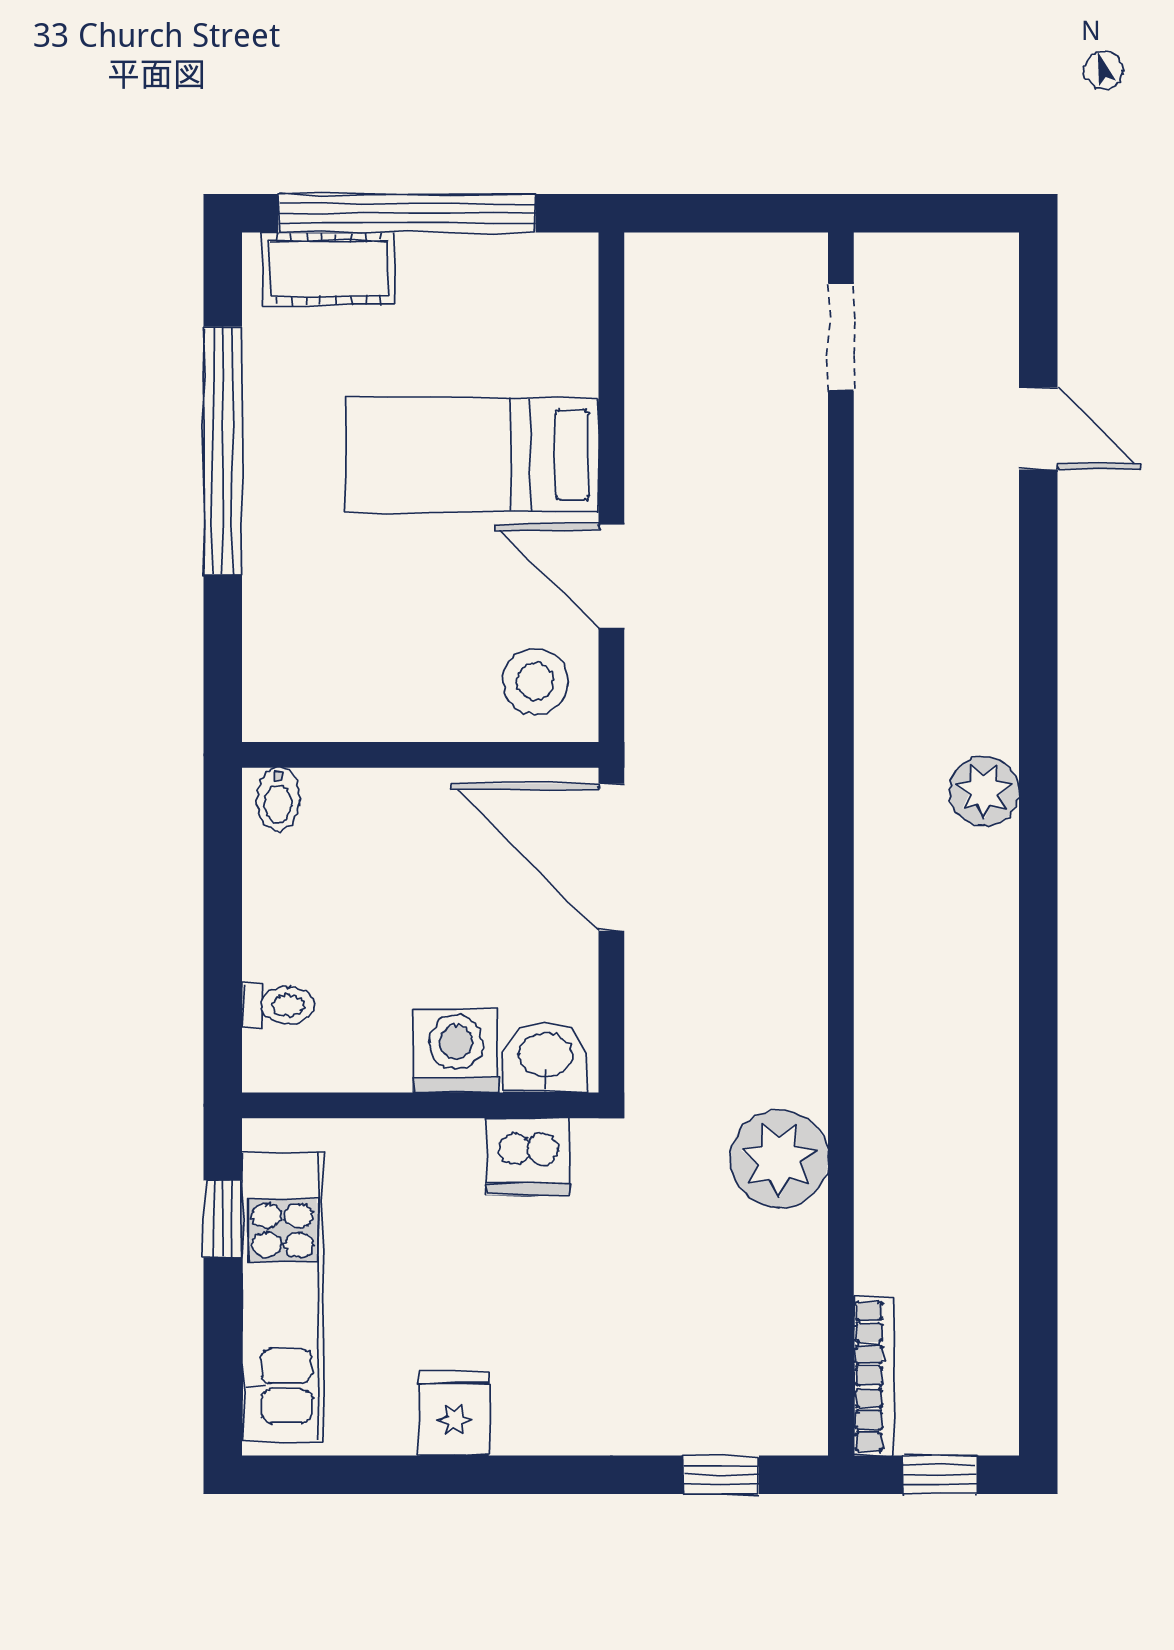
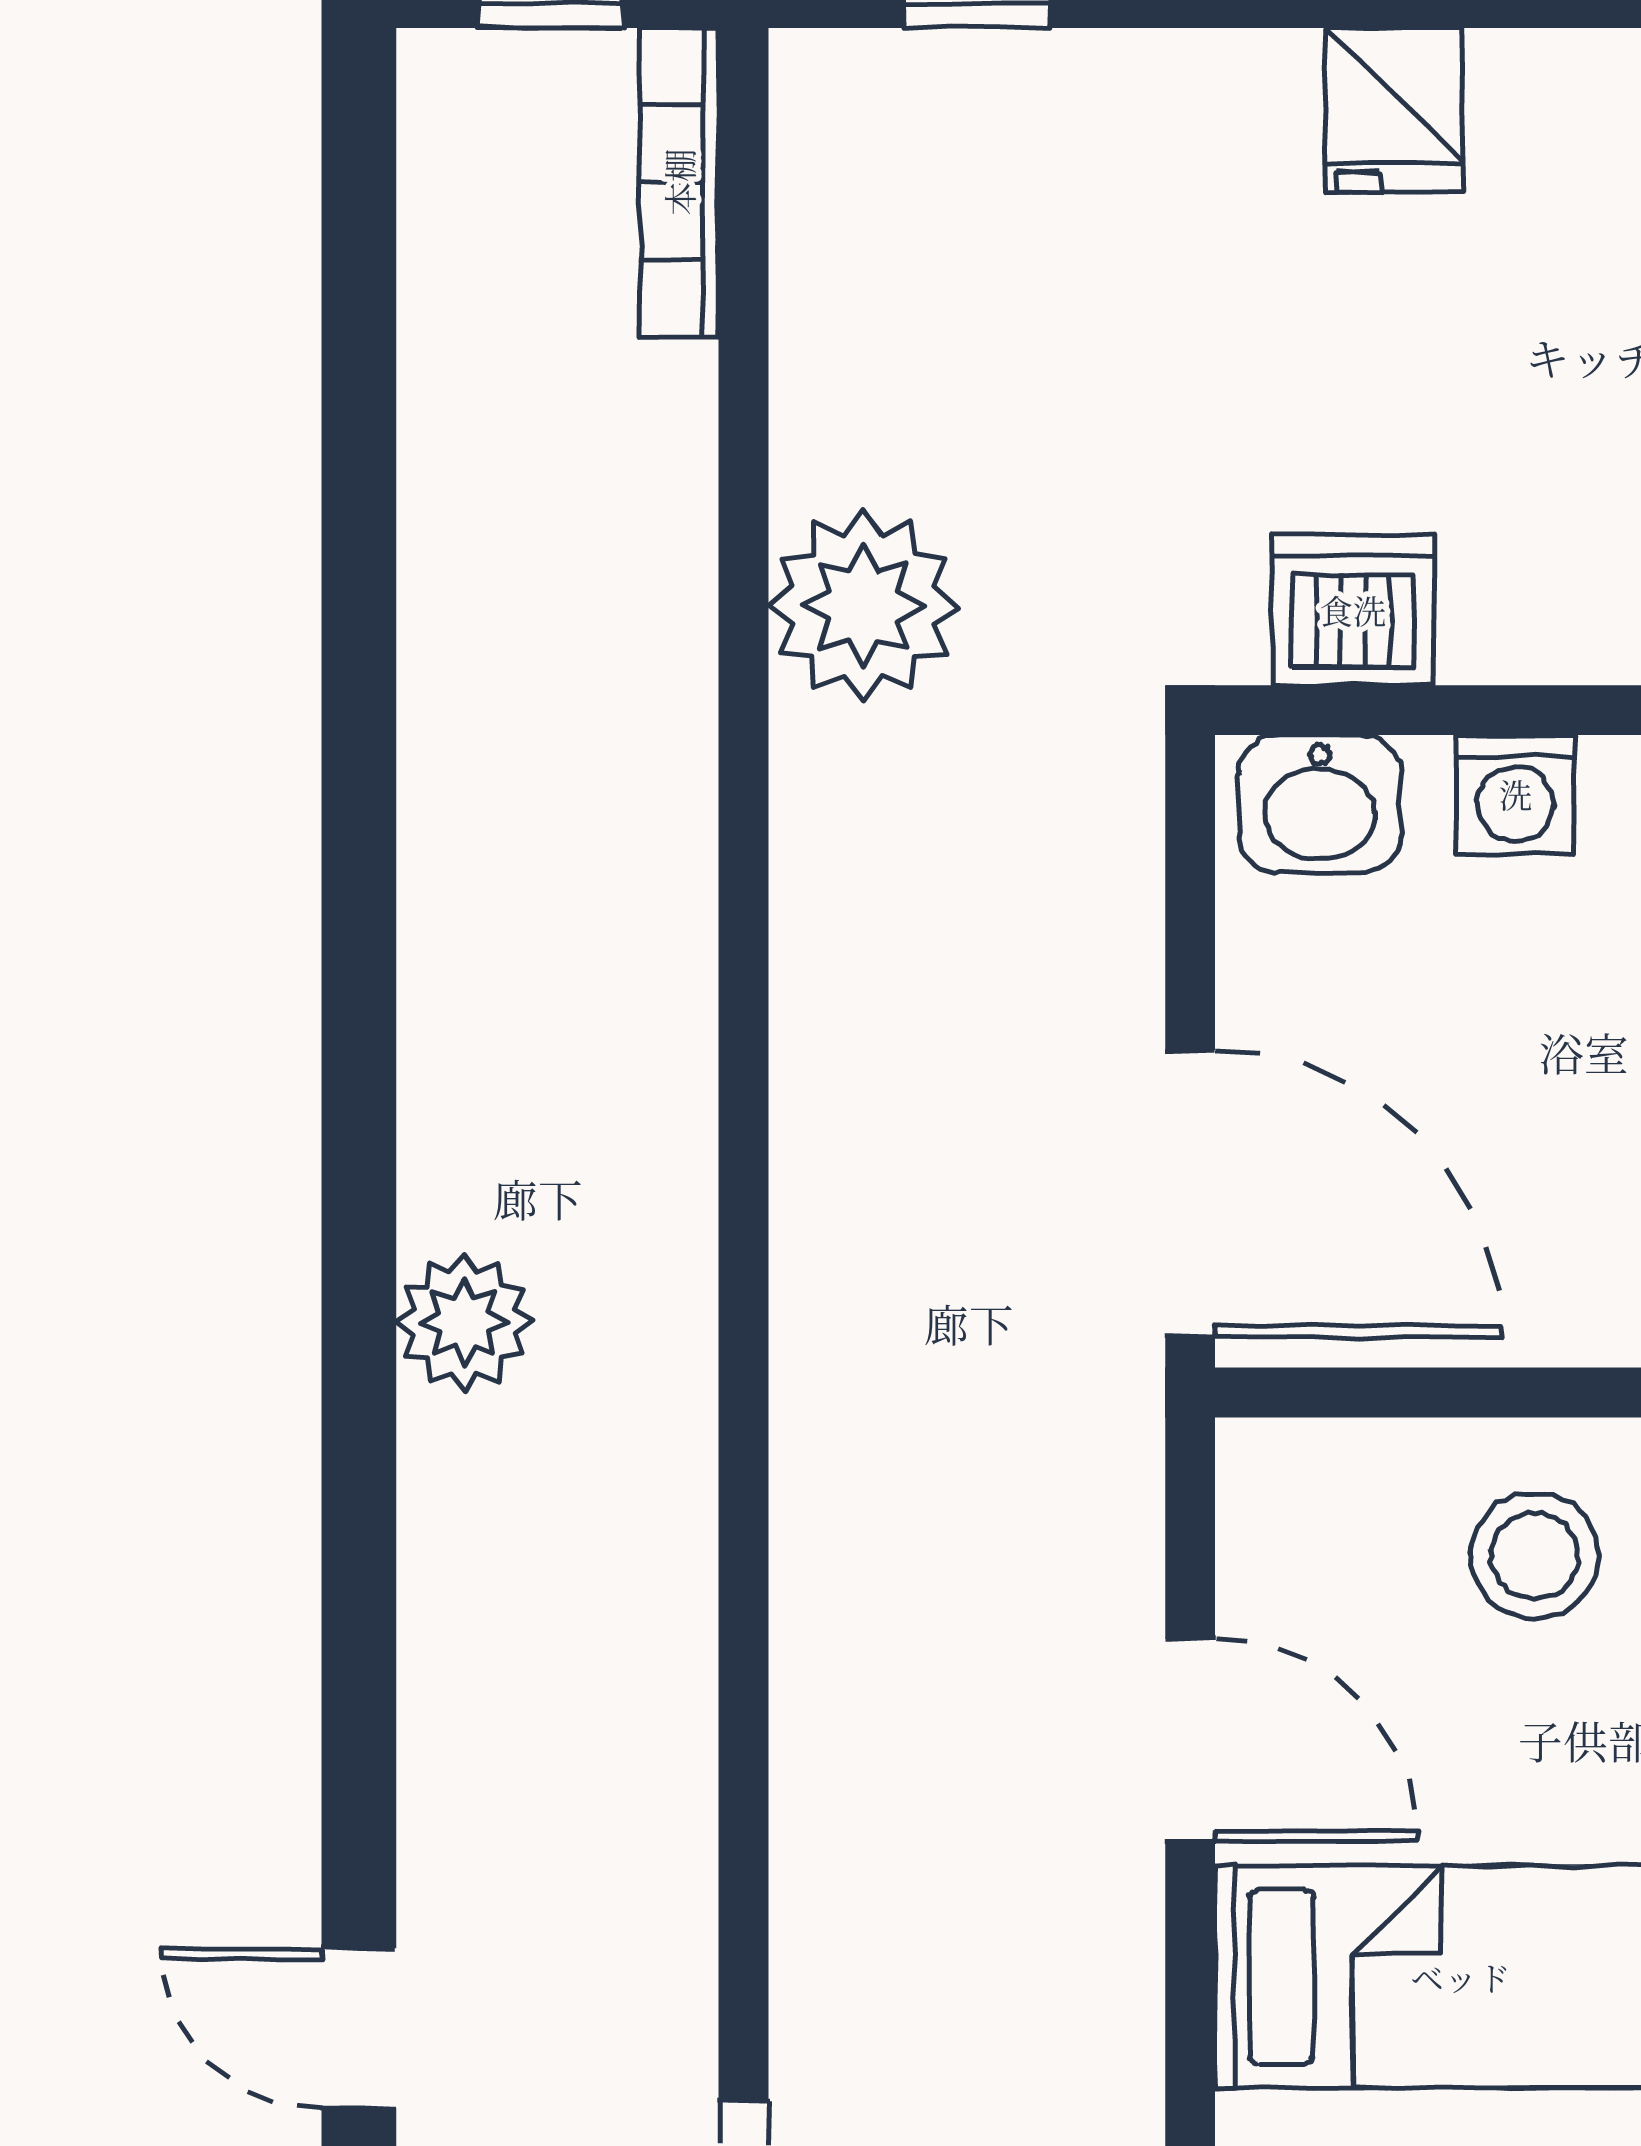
stool: (535, 681) -> (1535, 1556), moved
washing machine: (456, 1051) -> (1516, 794), width x0.73, depth x0.73
fridge: (454, 1413) -> (1394, 110), moved

